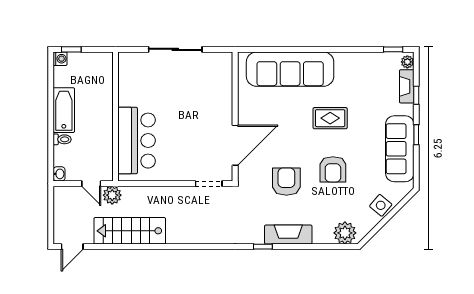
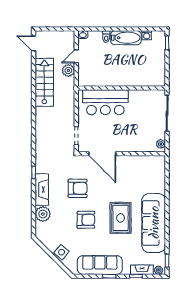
plant: (221, 58) -> (161, 144), added
washing machine: (60, 59) -> (147, 35), moved
sofa: (290, 69) -> (154, 223), moved
wall: (115, 116) -> (122, 88), moved
rug: (330, 118) -> (121, 218), width x1.36, depth x1.43
bar counter: (137, 141) -> (105, 102), moved
armchair: (333, 169) -> (86, 220), turned 180
plant: (345, 233) -> (43, 214), moved

